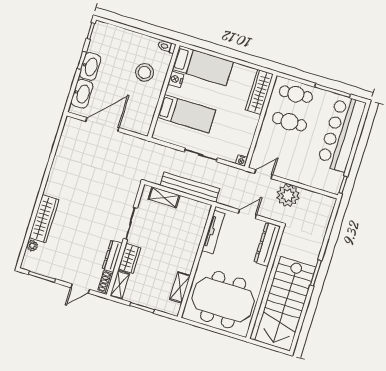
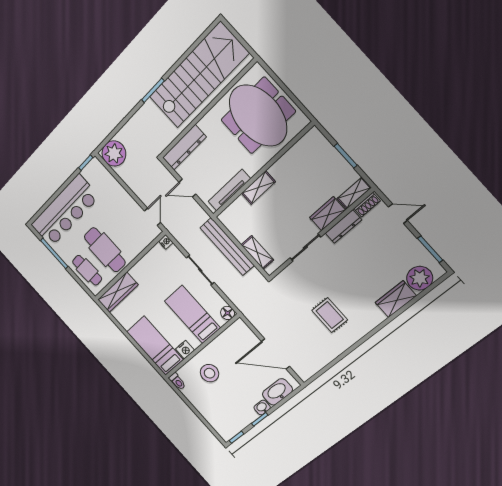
washbasin: (90, 67) -> (262, 407), width x0.52, depth x0.69
cafe table: (289, 122) -> (105, 250), width x1.37, depth x1.35
floor lamp: (159, 133) -> (228, 313), added
door: (263, 174) -> (152, 217), swing flipped
rug: (81, 183) -> (330, 315), added
plant: (288, 195) -> (114, 153), moved
wardrobe: (44, 219) -> (396, 299), width x0.67
plant: (32, 246) -> (420, 278), width x1.88, depth x1.88
shelving: (180, 287) -> (258, 187), moved

